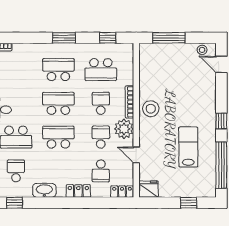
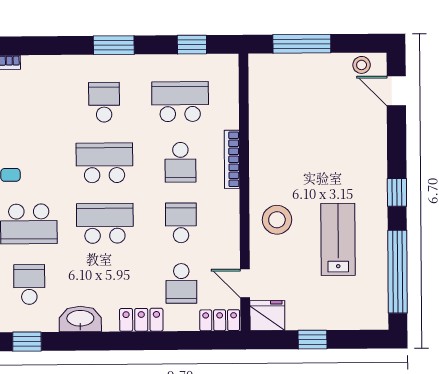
school desk: (58, 70) -> (104, 102), width x0.54
school desk: (101, 70) -> (180, 102), turned 180
school desk: (101, 103) -> (181, 162), turned 180
stool: (151, 109) -> (277, 220), moved
plant: (124, 129) -> (222, 208), removed
door: (136, 155) -> (245, 283), moved
window: (189, 203) -> (313, 340), moved

